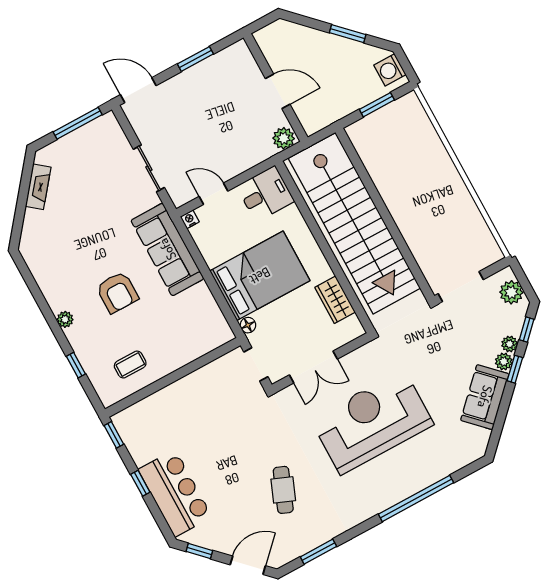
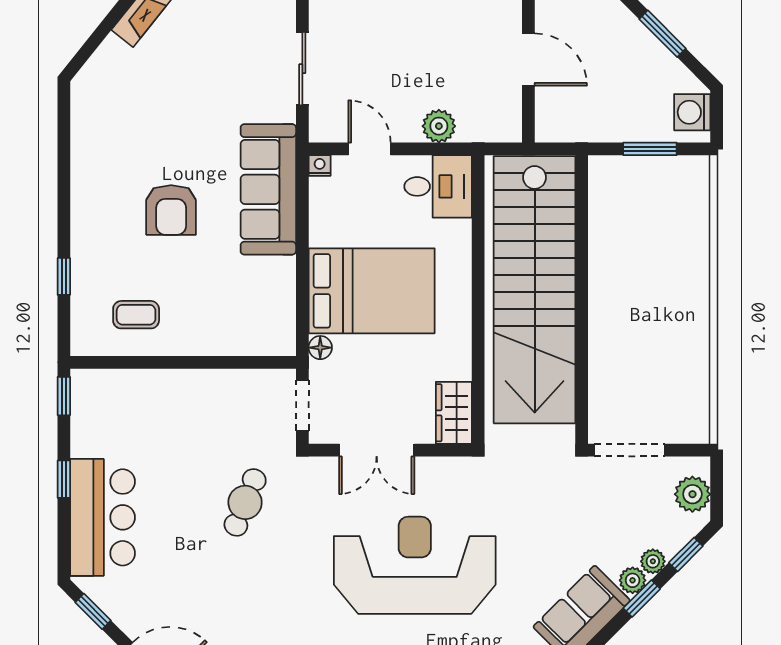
plant: (284, 138) -> (439, 126), moved
wardrobe: (335, 300) -> (454, 413), moved
plant: (65, 319) -> (82, 208), removed
cafe table: (283, 490) -> (245, 502), moved

